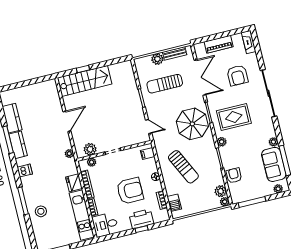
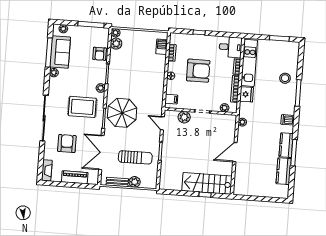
plant: (90, 149) -> (184, 117), moved
sun lounger: (183, 167) -> (143, 77), removed
armchair: (130, 191) -> (198, 71), turned 180
printer: (141, 219) -> (196, 42), removed

